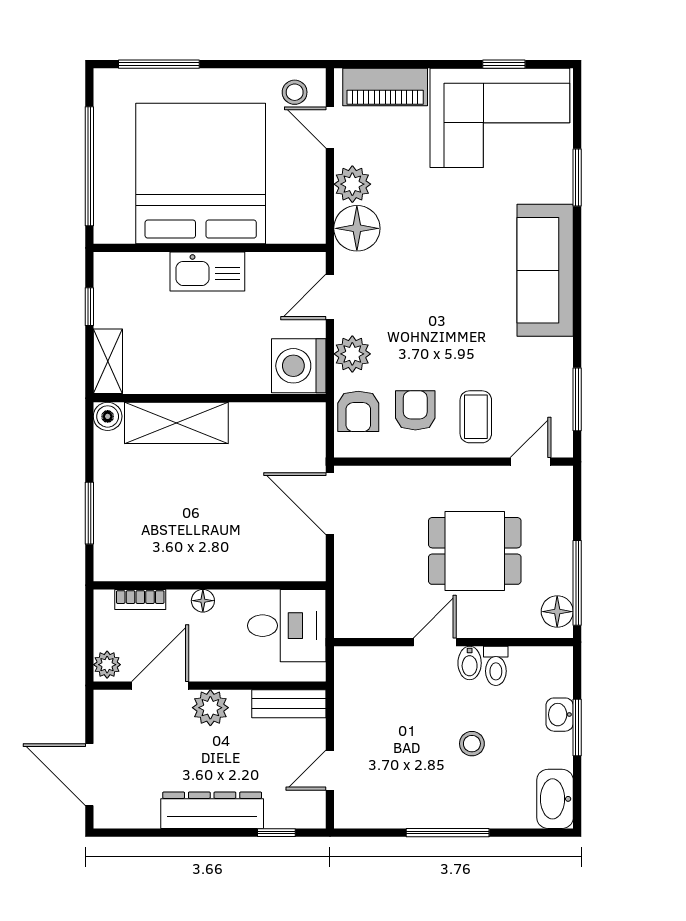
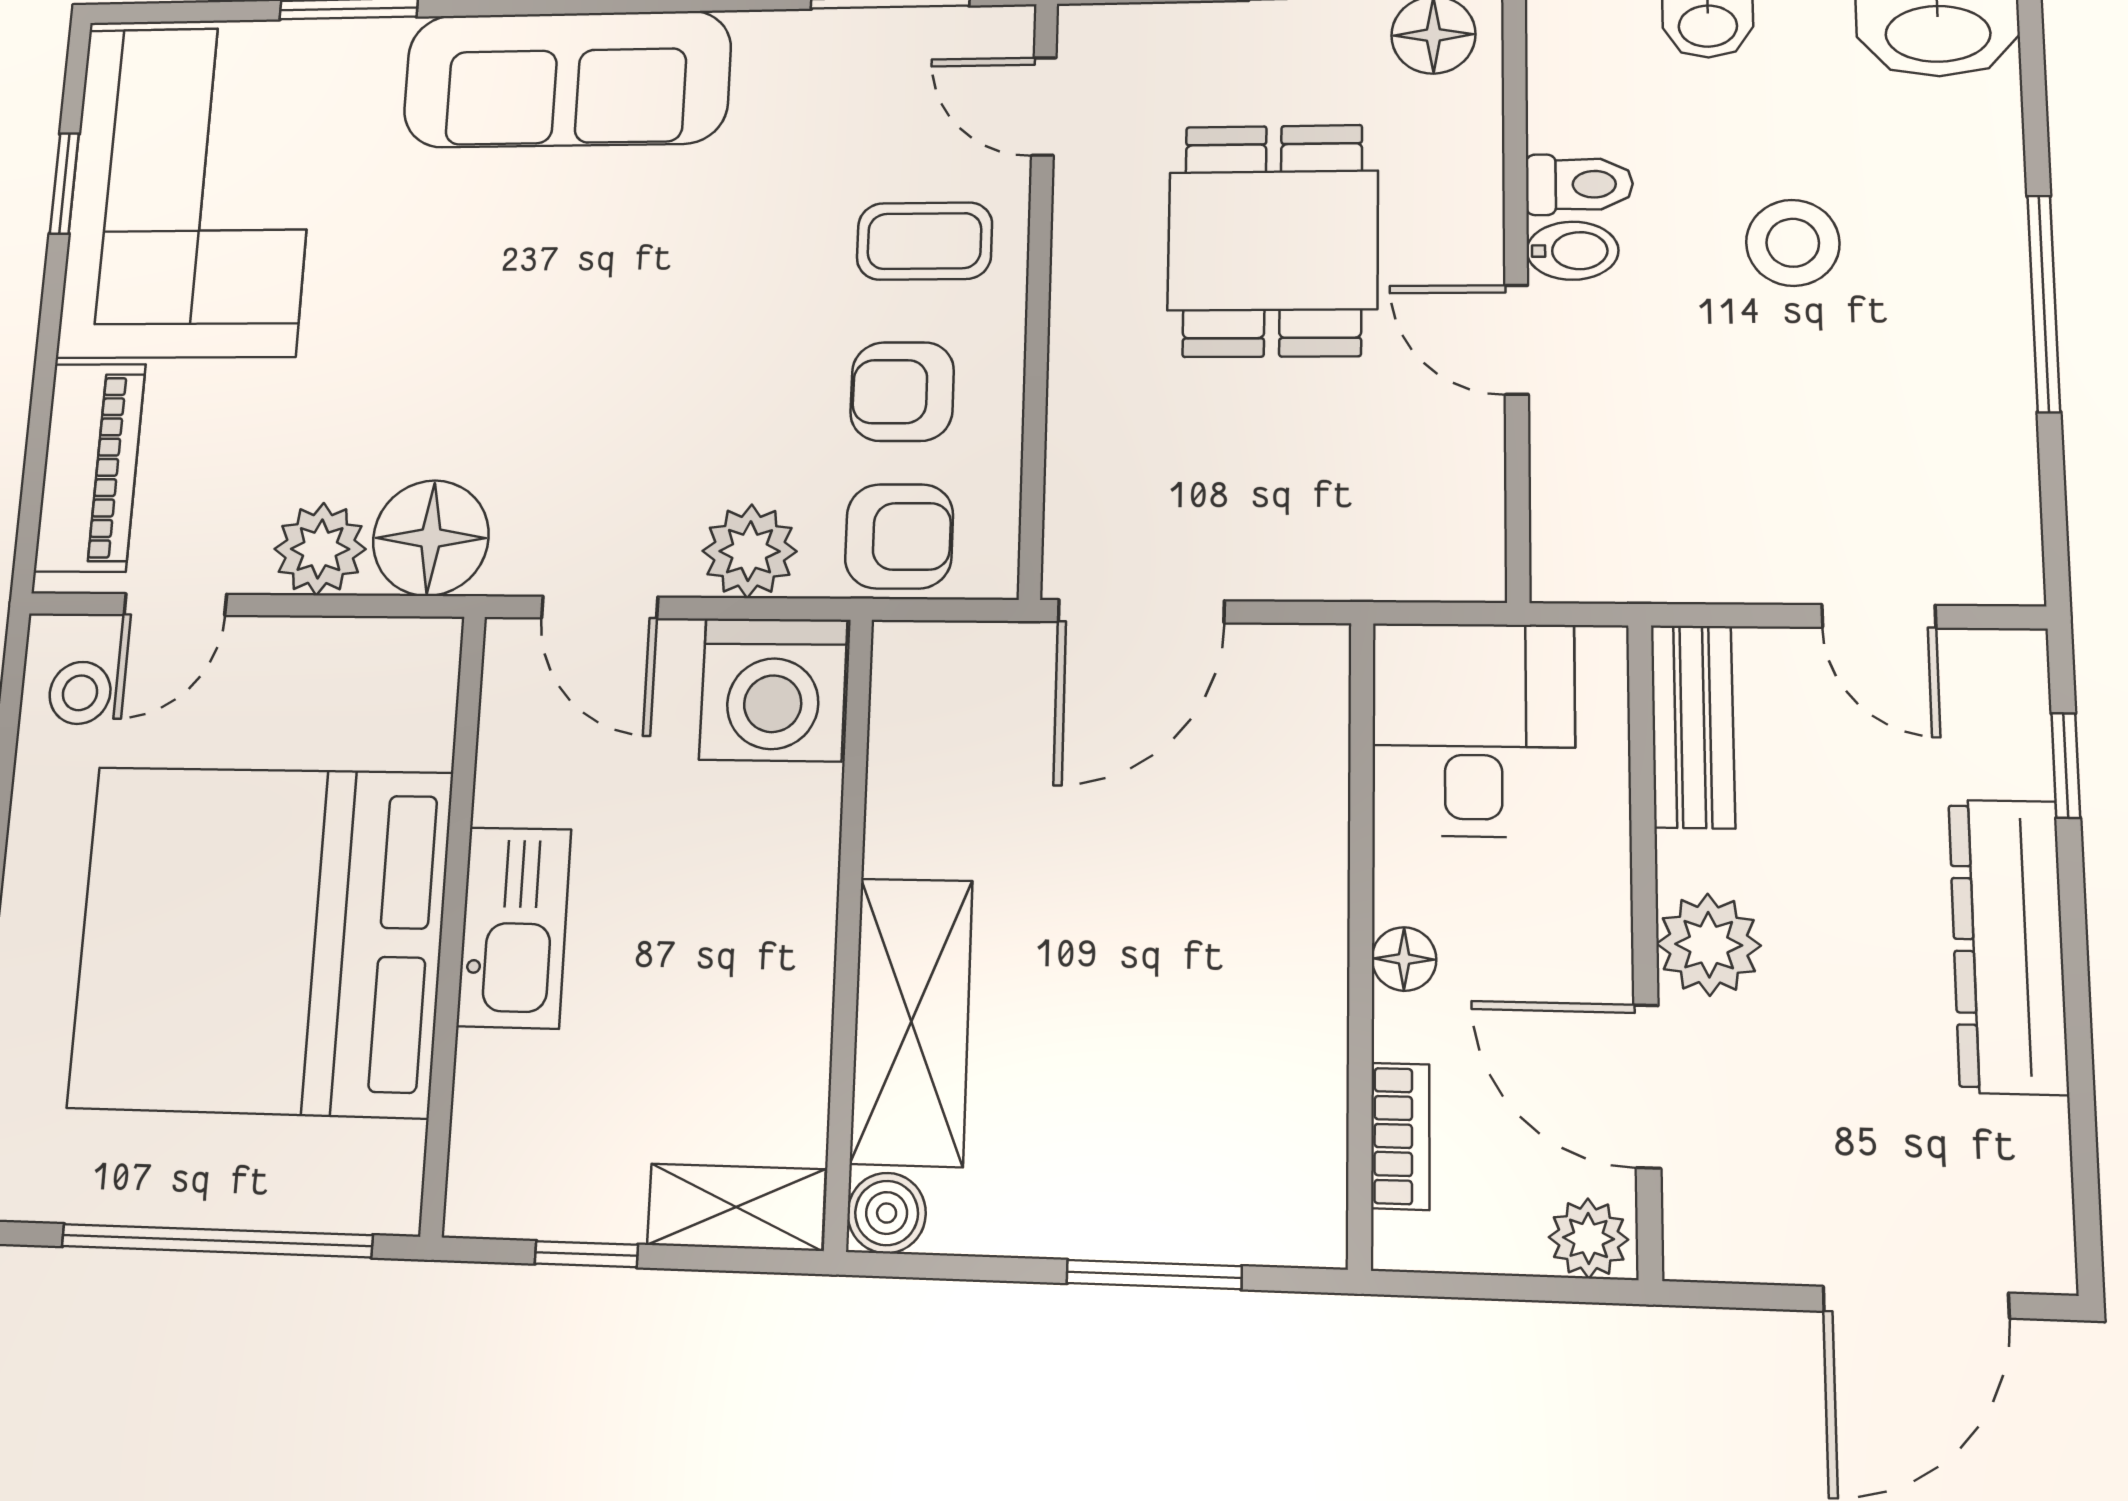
stool: (472, 744) -> (1793, 243), width x1.37, depth x1.37

